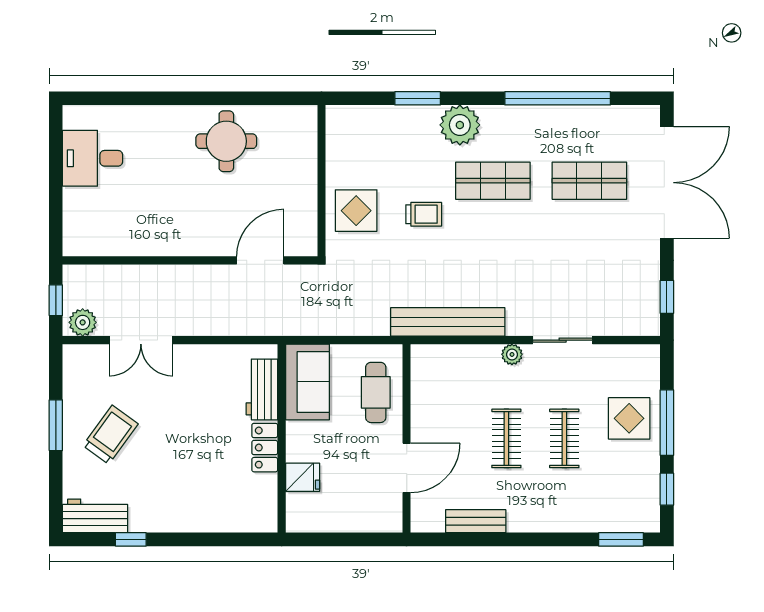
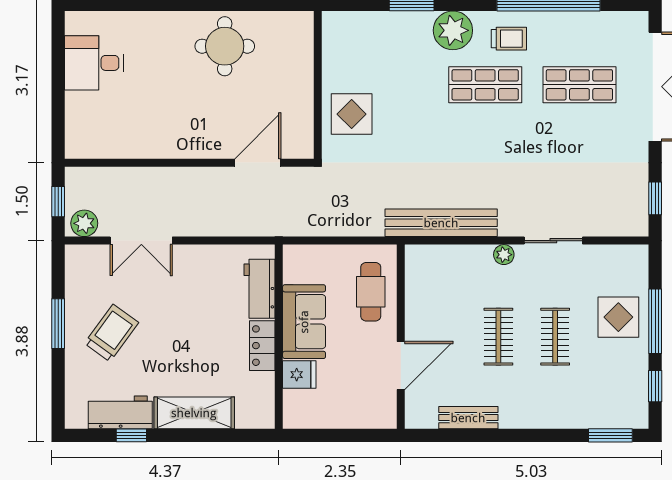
trolley: (424, 214) -> (509, 39), moved
sofa: (308, 382) -> (304, 322), moved
workbench: (95, 516) -> (120, 412), moved
shelving: (195, 516) -> (194, 413), added

